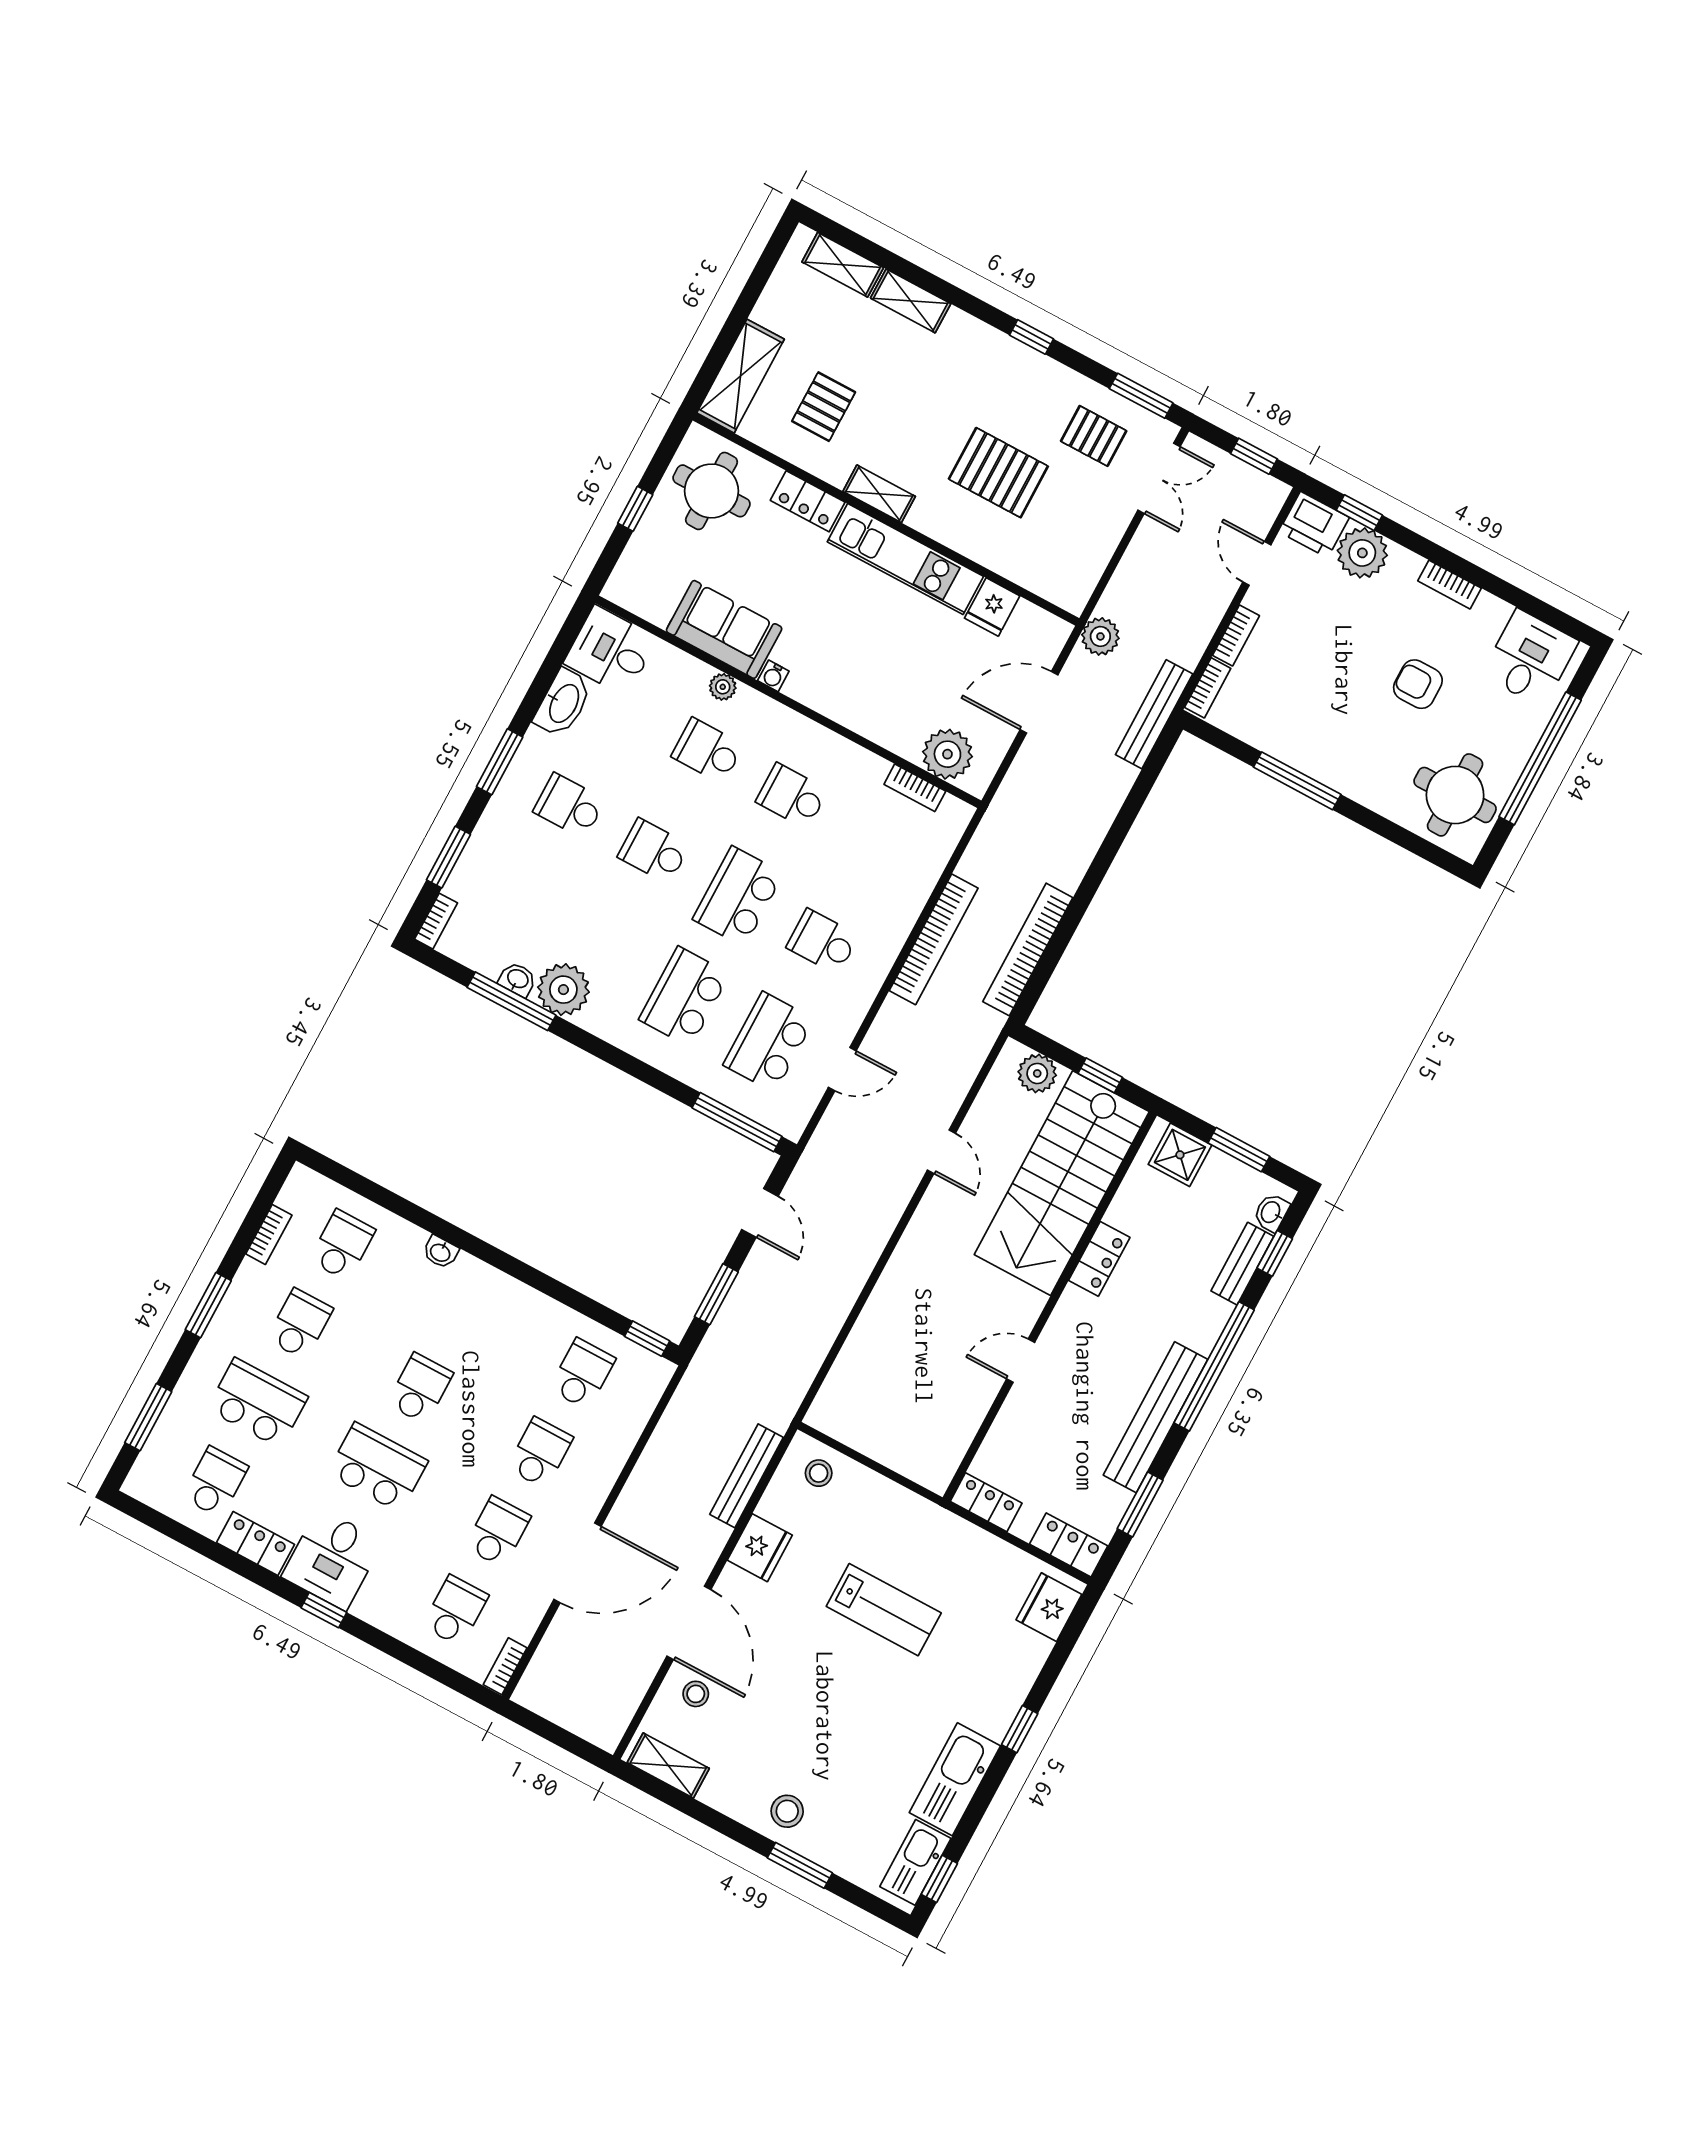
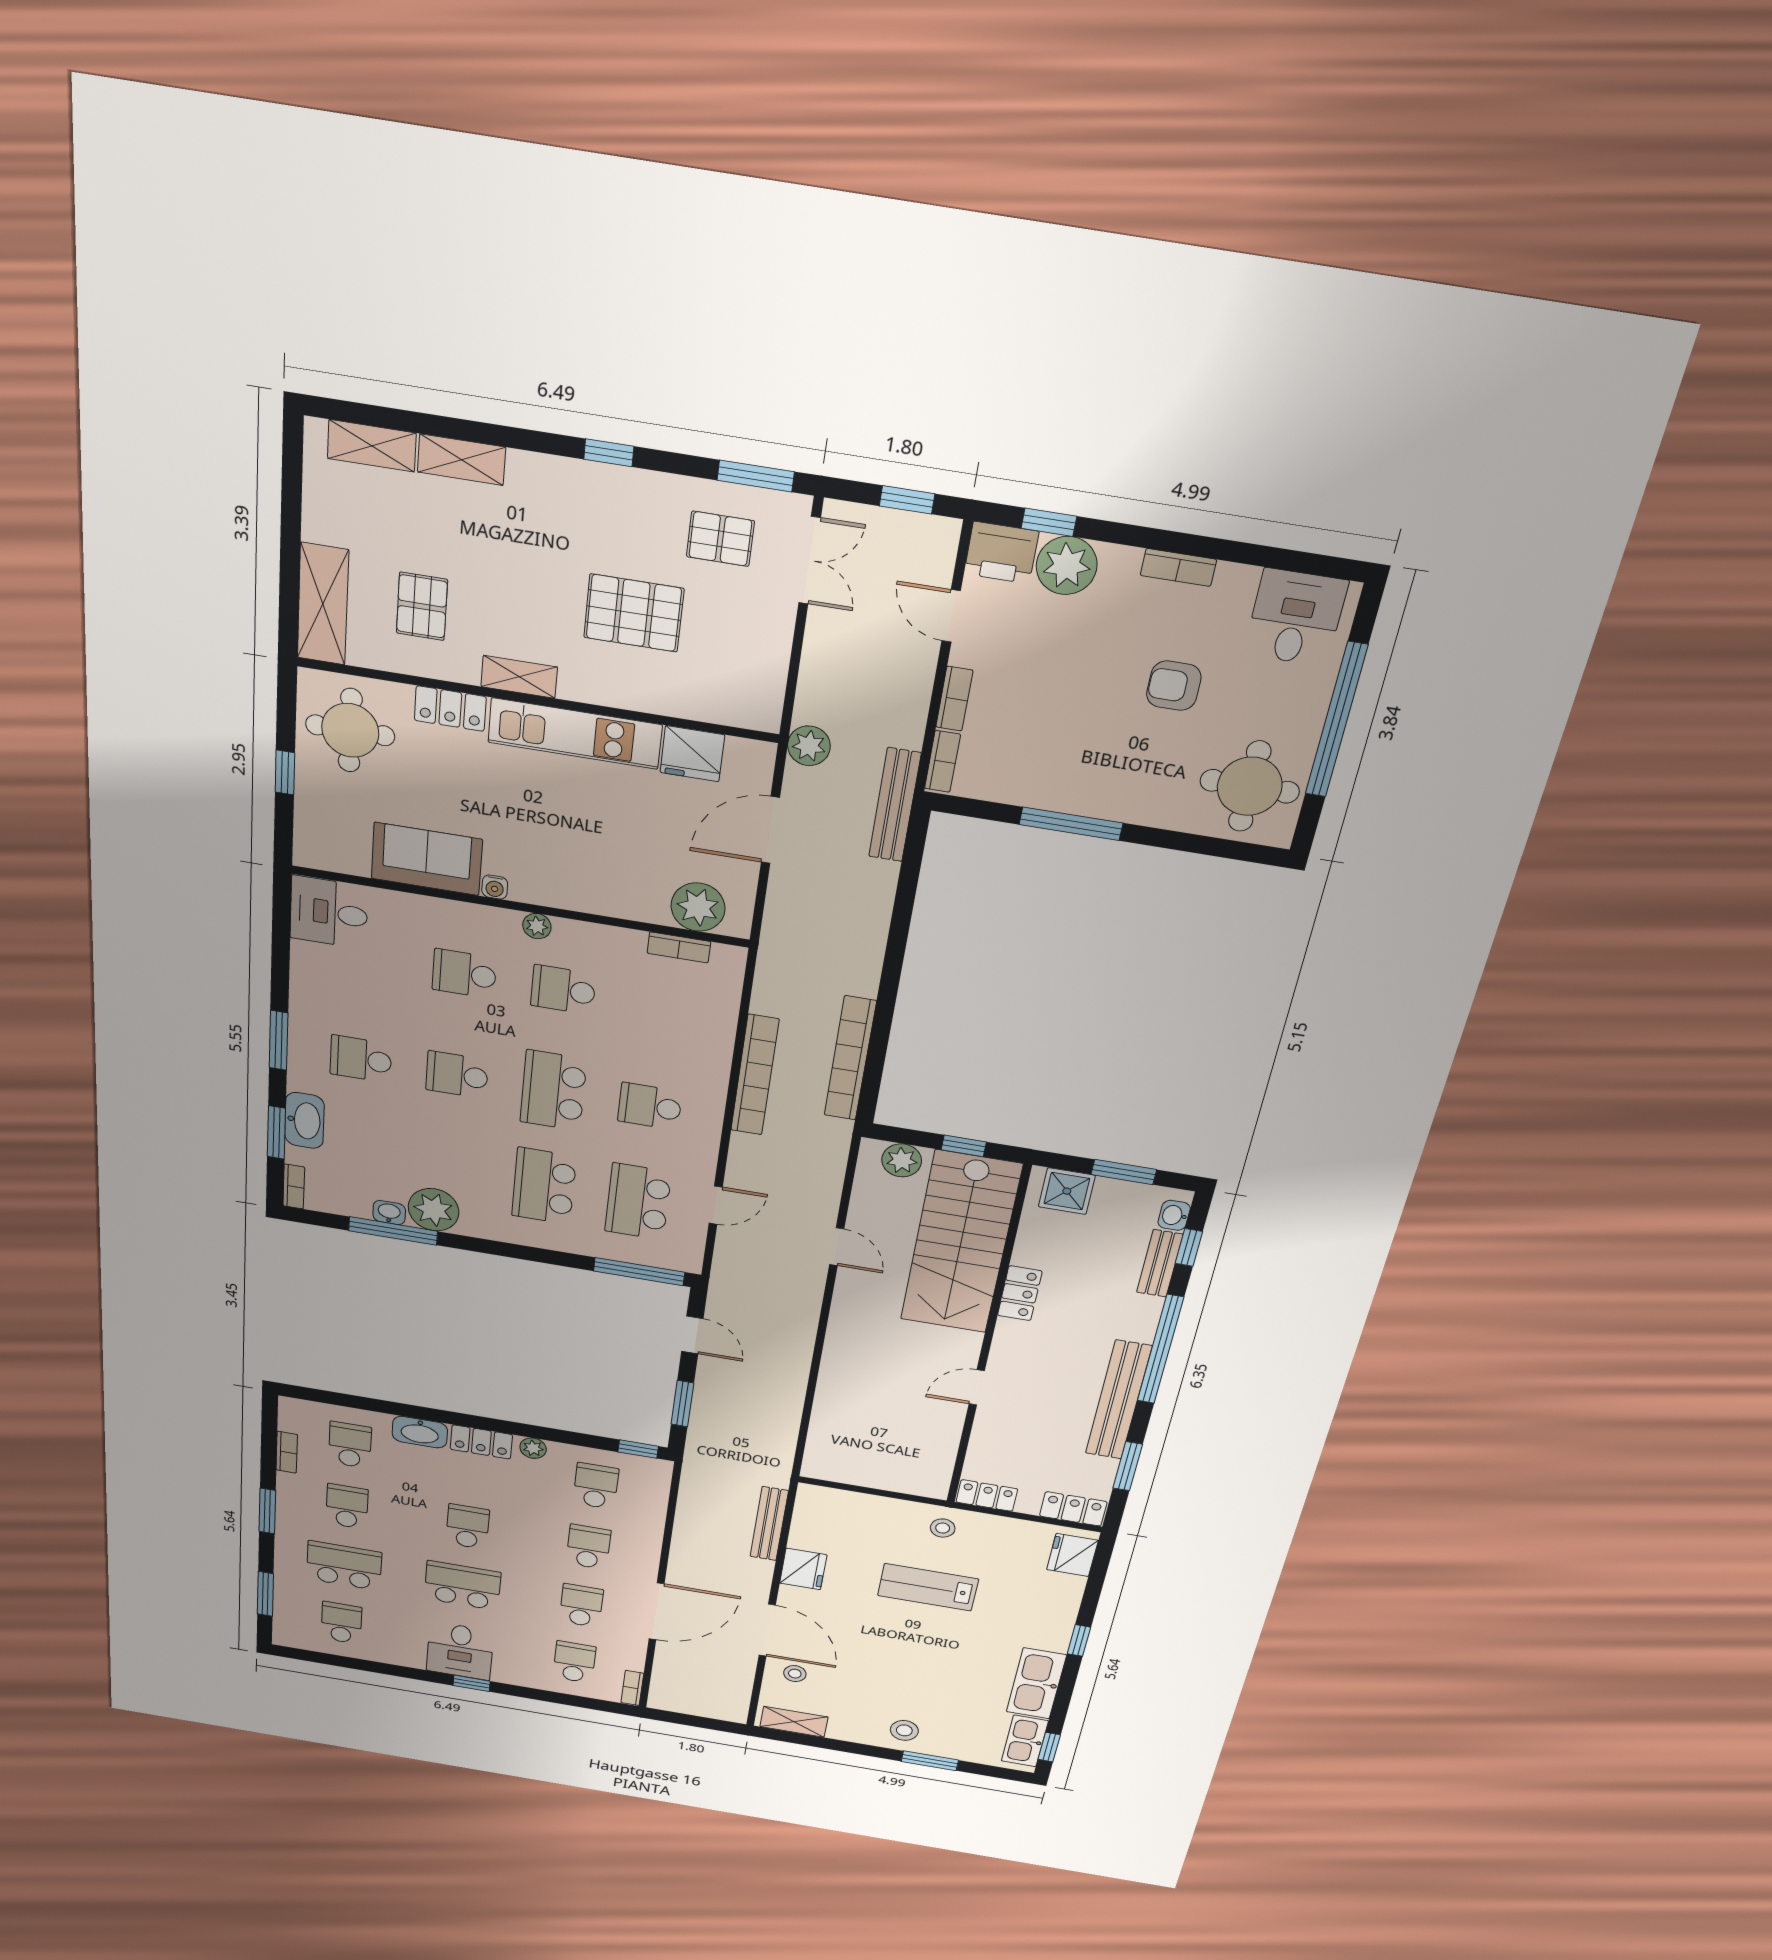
fridge: (992, 607) -> (692, 754), width x1.38
plant: (723, 687) -> (537, 926), moved
washbasin: (563, 703) -> (304, 1120), moved
washbasin: (441, 1252) -> (420, 1432), width x1.91, depth x1.45
plant: (537, 1306) -> (533, 1448), added
stool: (819, 1473) -> (943, 1528), moved
locker: (256, 1543) -> (481, 1442), moved, turned 180
lab bench: (884, 1610) -> (928, 1587), turned 180

